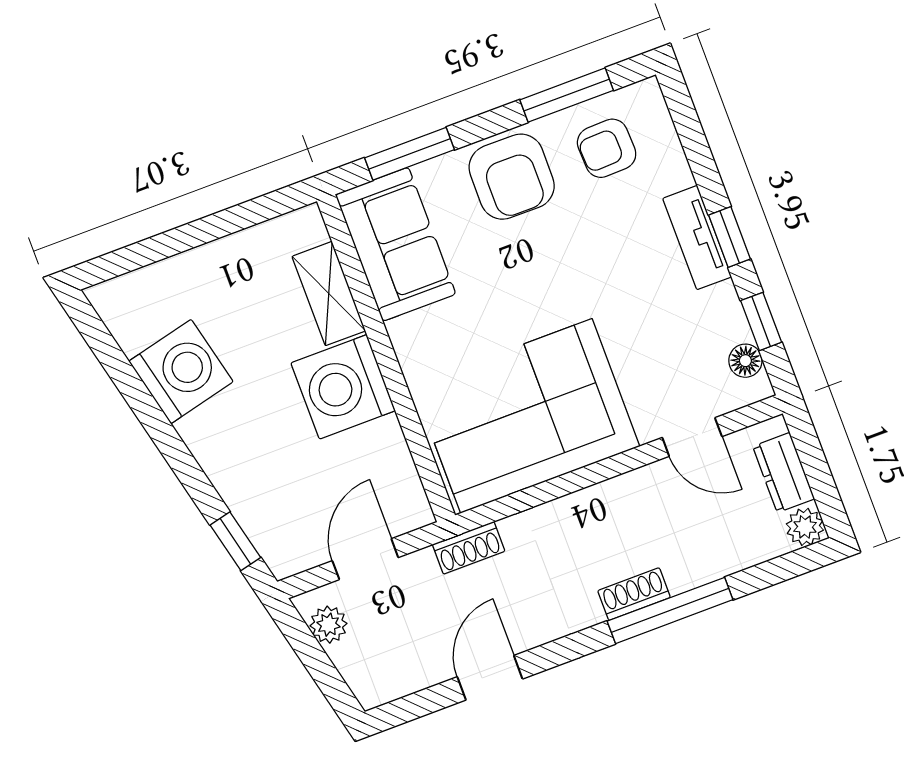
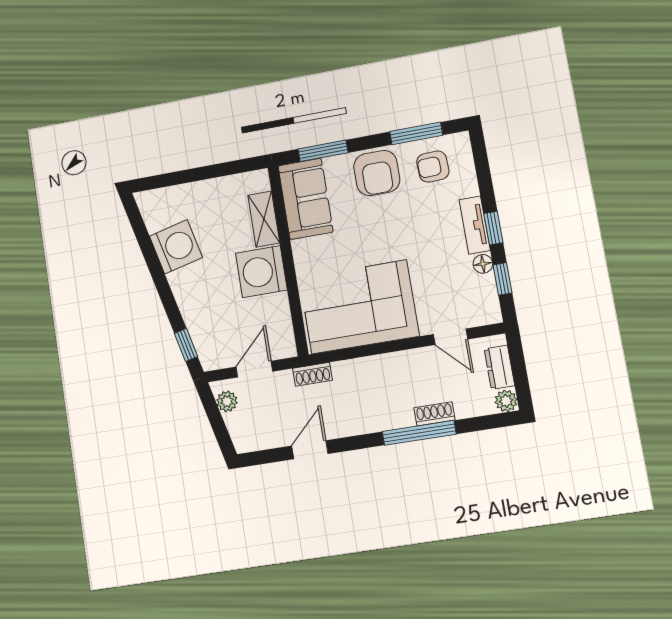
floor lamp: (745, 361) -> (483, 264), moved
shoe rack: (634, 594) -> (434, 414), moved

